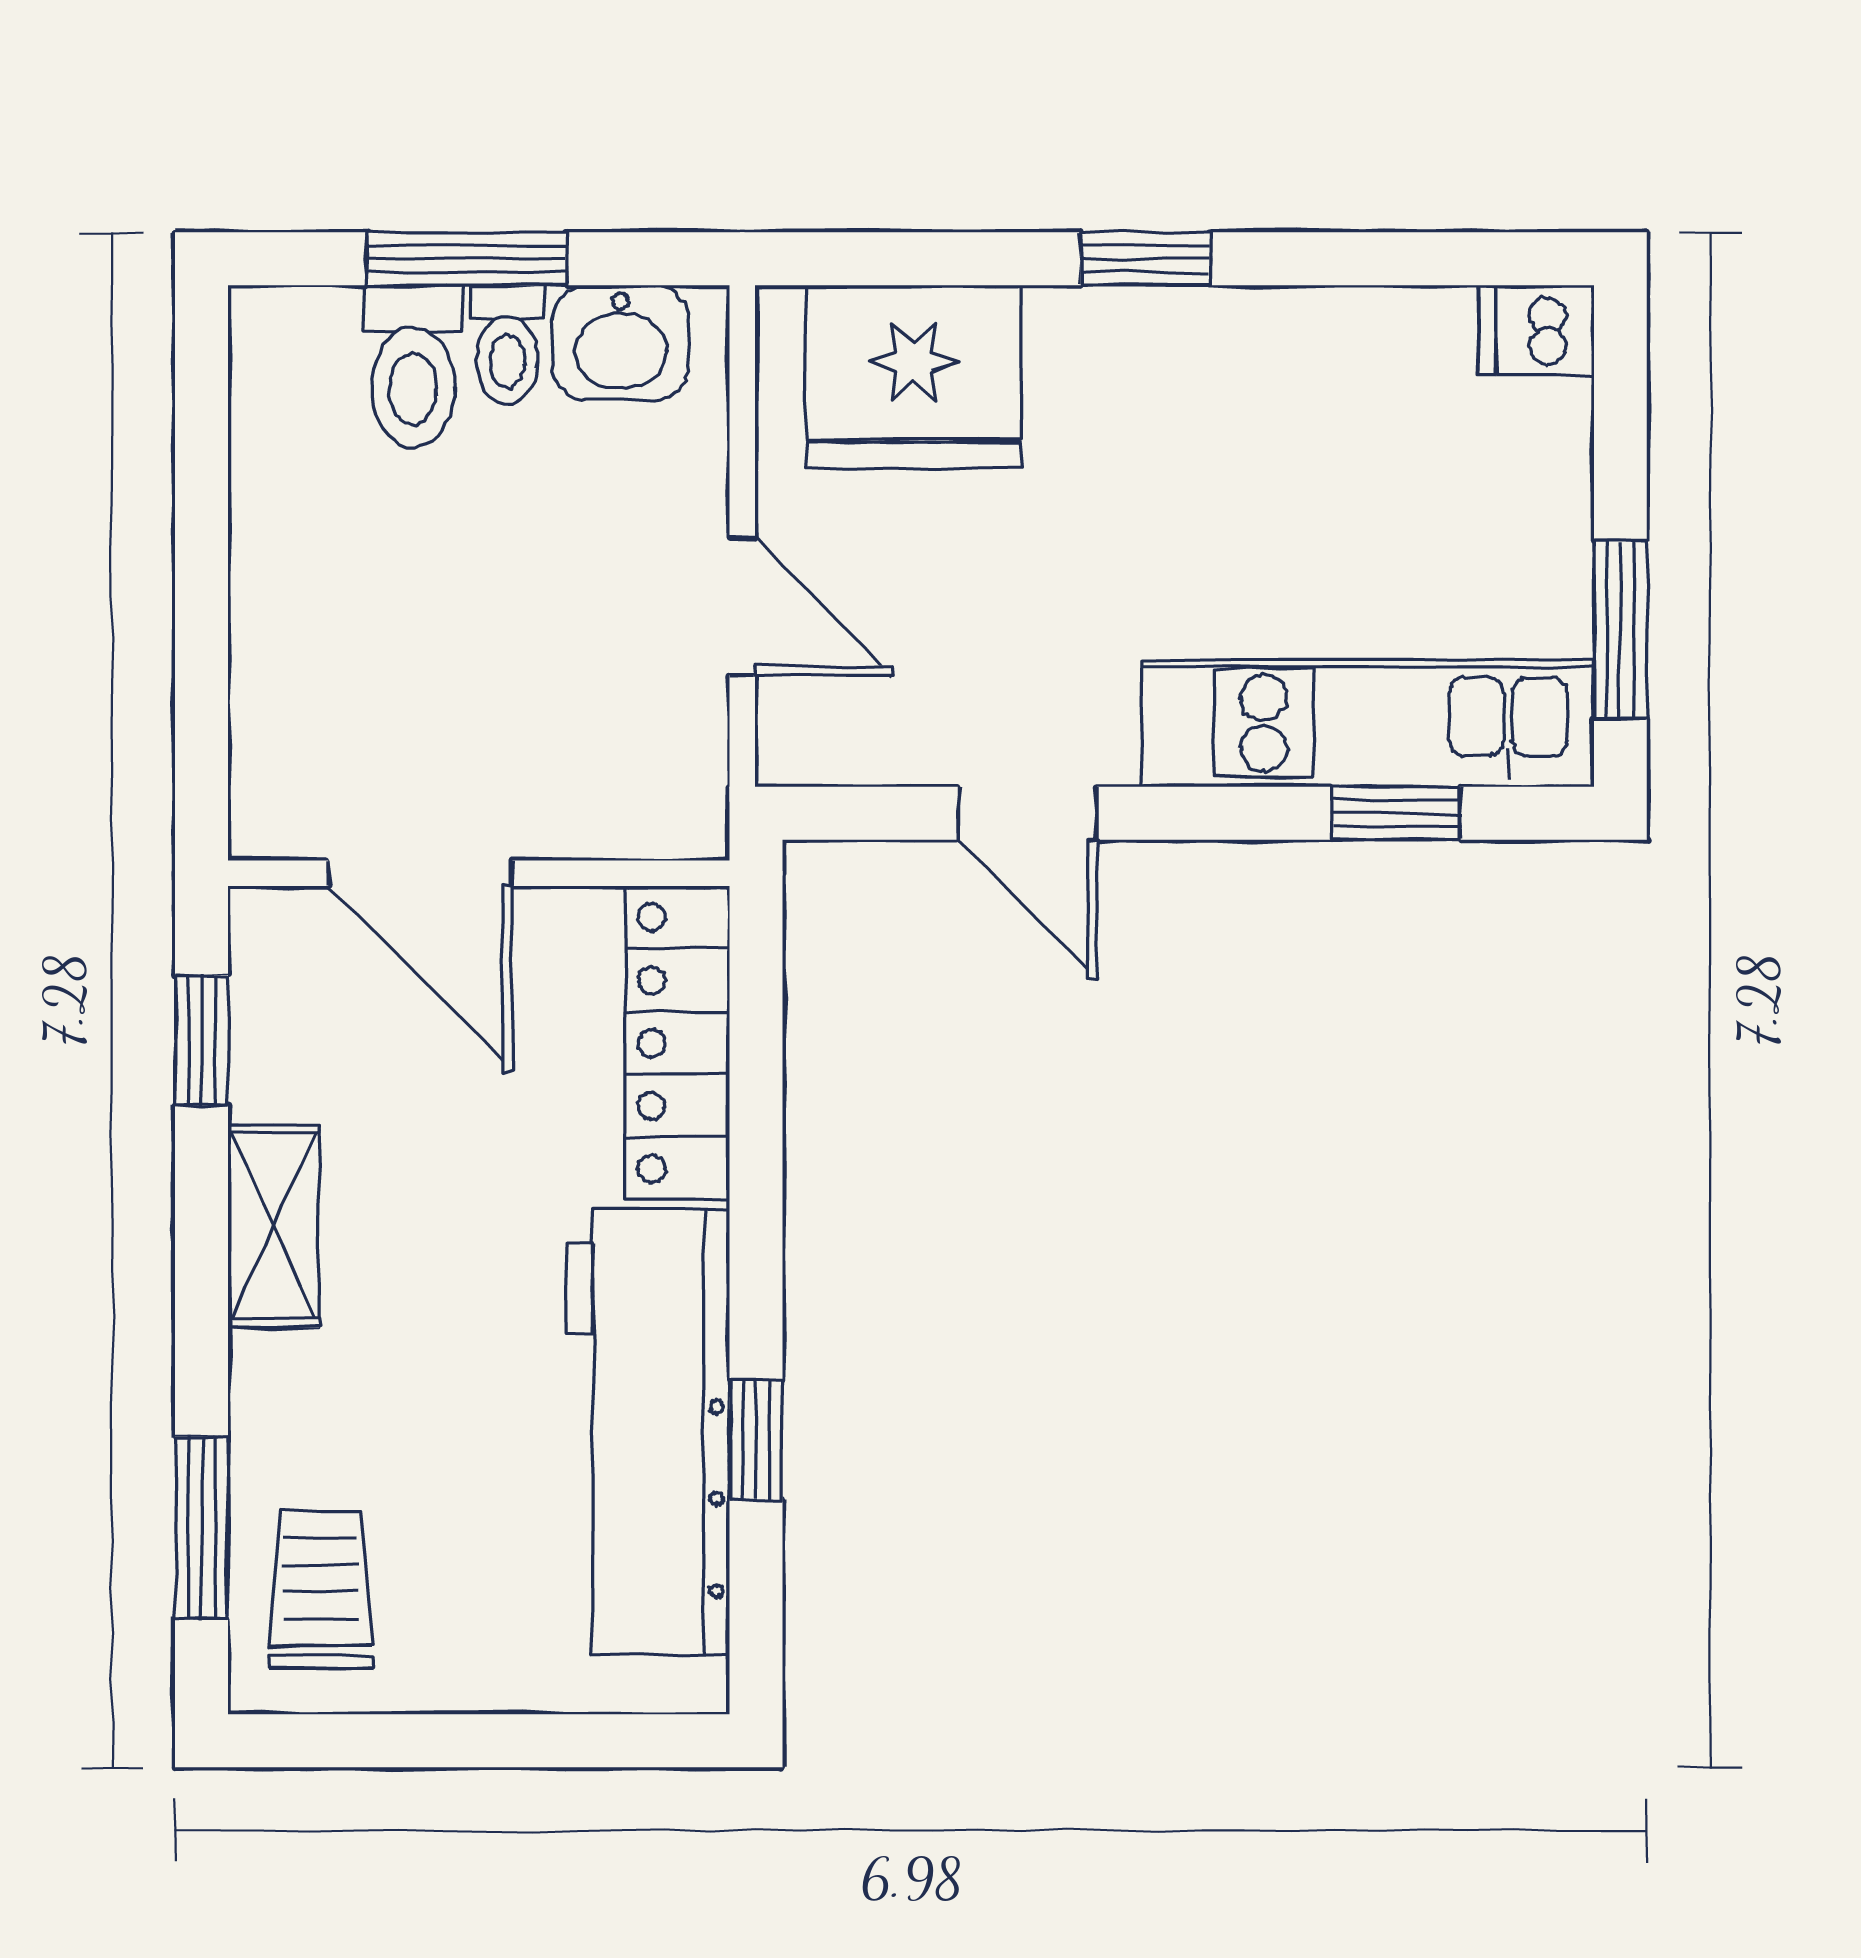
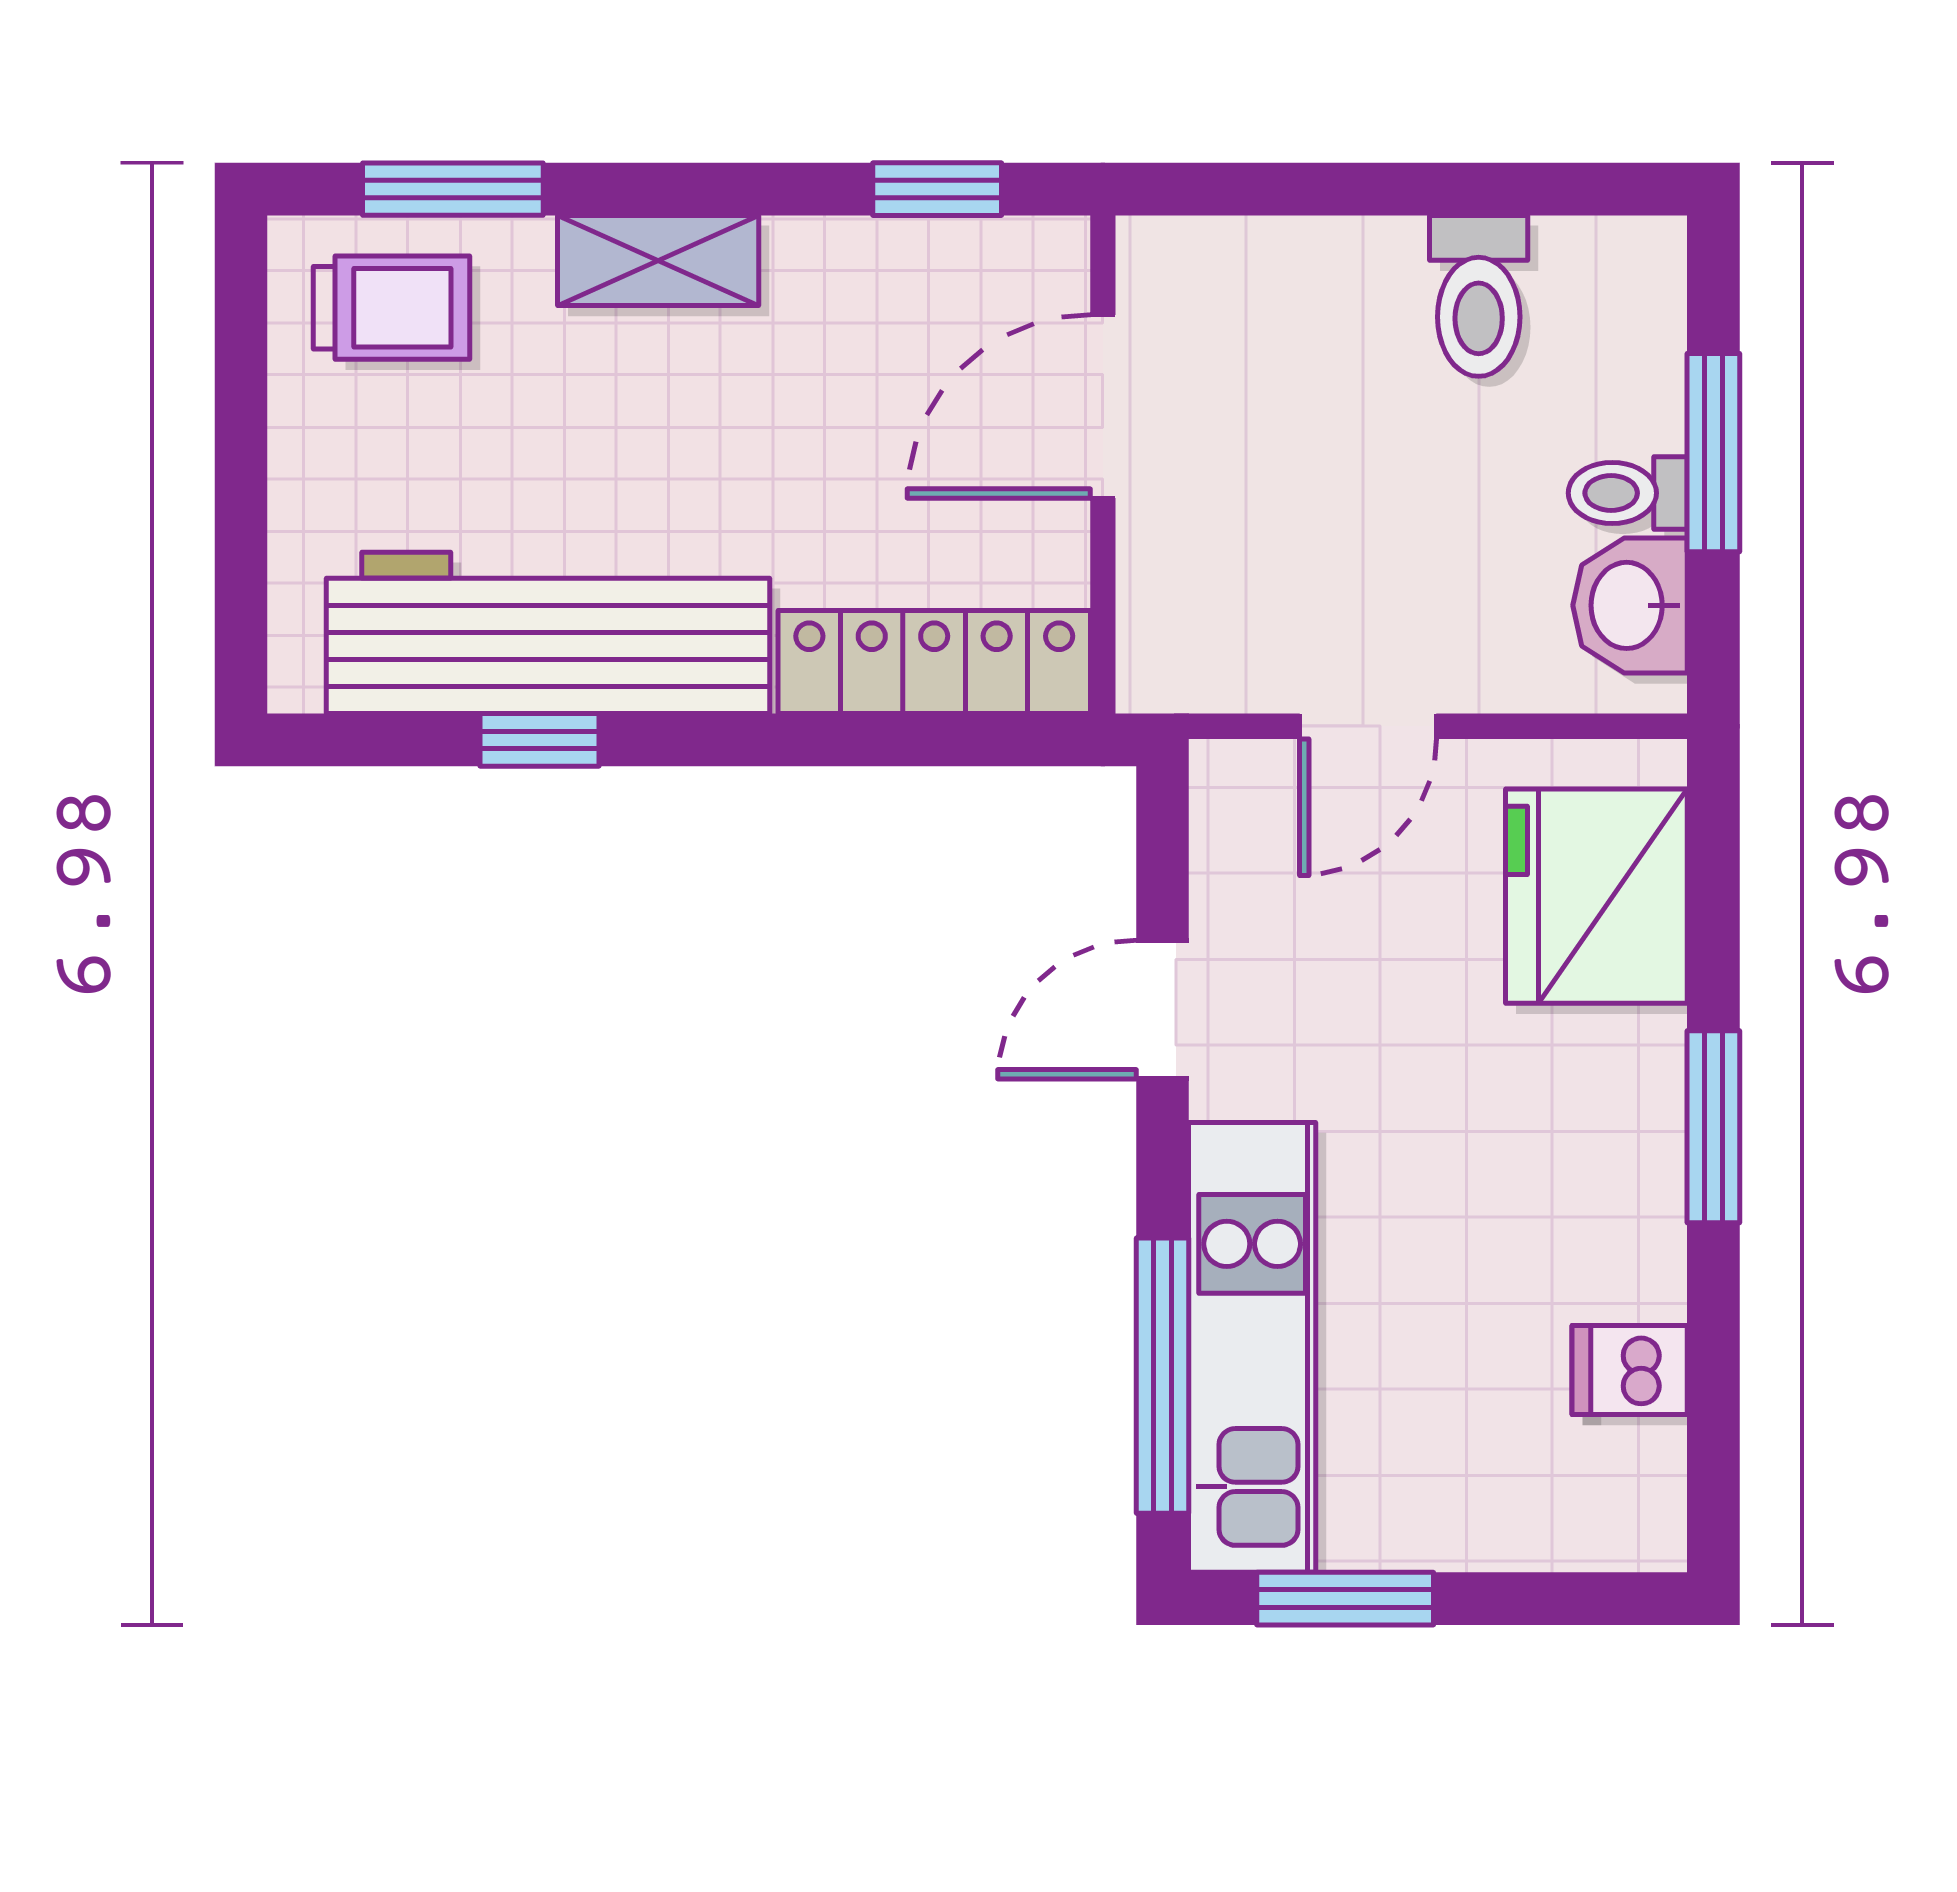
window: (1145, 259) -> (1713, 1127), width x1.50
dishwasher: (1536, 330) -> (1630, 1370), moved, turned -90
toilet: (413, 366) -> (1479, 296), moved, turned -90
window: (1396, 813) -> (1163, 1376), width x2.17
shelving: (273, 1226) -> (658, 260), moved

